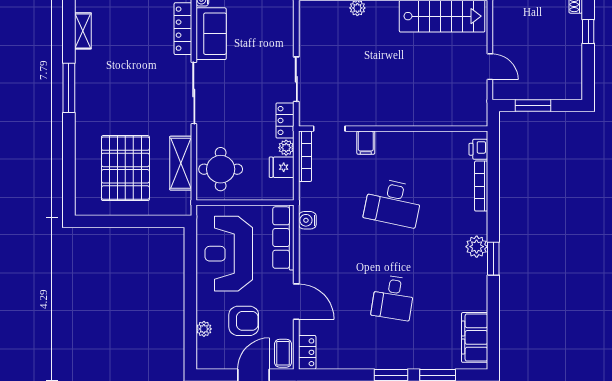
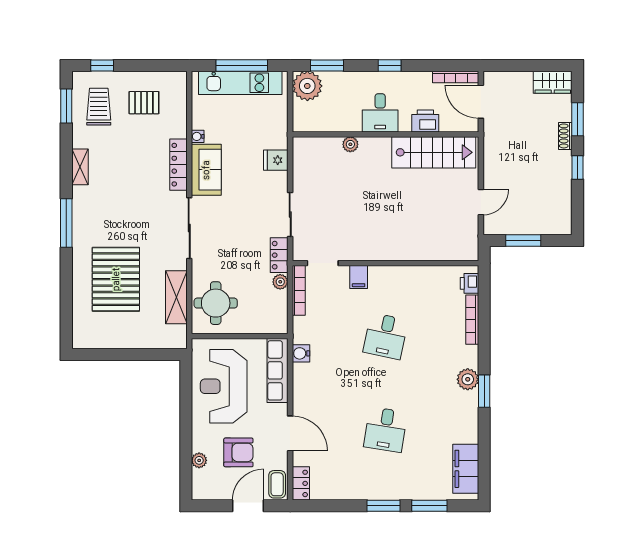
door: (490, 67) -> (481, 202), hinge flipped
fridge: (282, 167) -> (276, 160), moved
pallet: (125, 168) -> (116, 279), moved
desk: (393, 203) -> (385, 336), width x0.73

